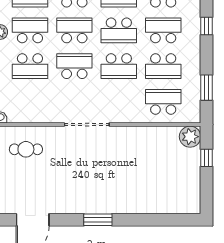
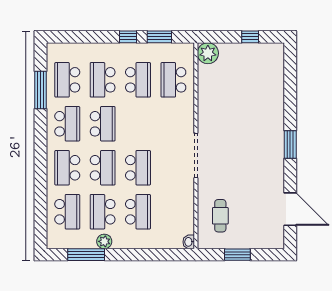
window: (207, 26) -> (128, 37), moved
school desk: (74, 30) -> (103, 168), turned 180
school desk: (74, 66) -> (138, 168), turned 180
school desk: (119, 66) -> (138, 124), removed
window: (207, 158) -> (250, 37), moved

